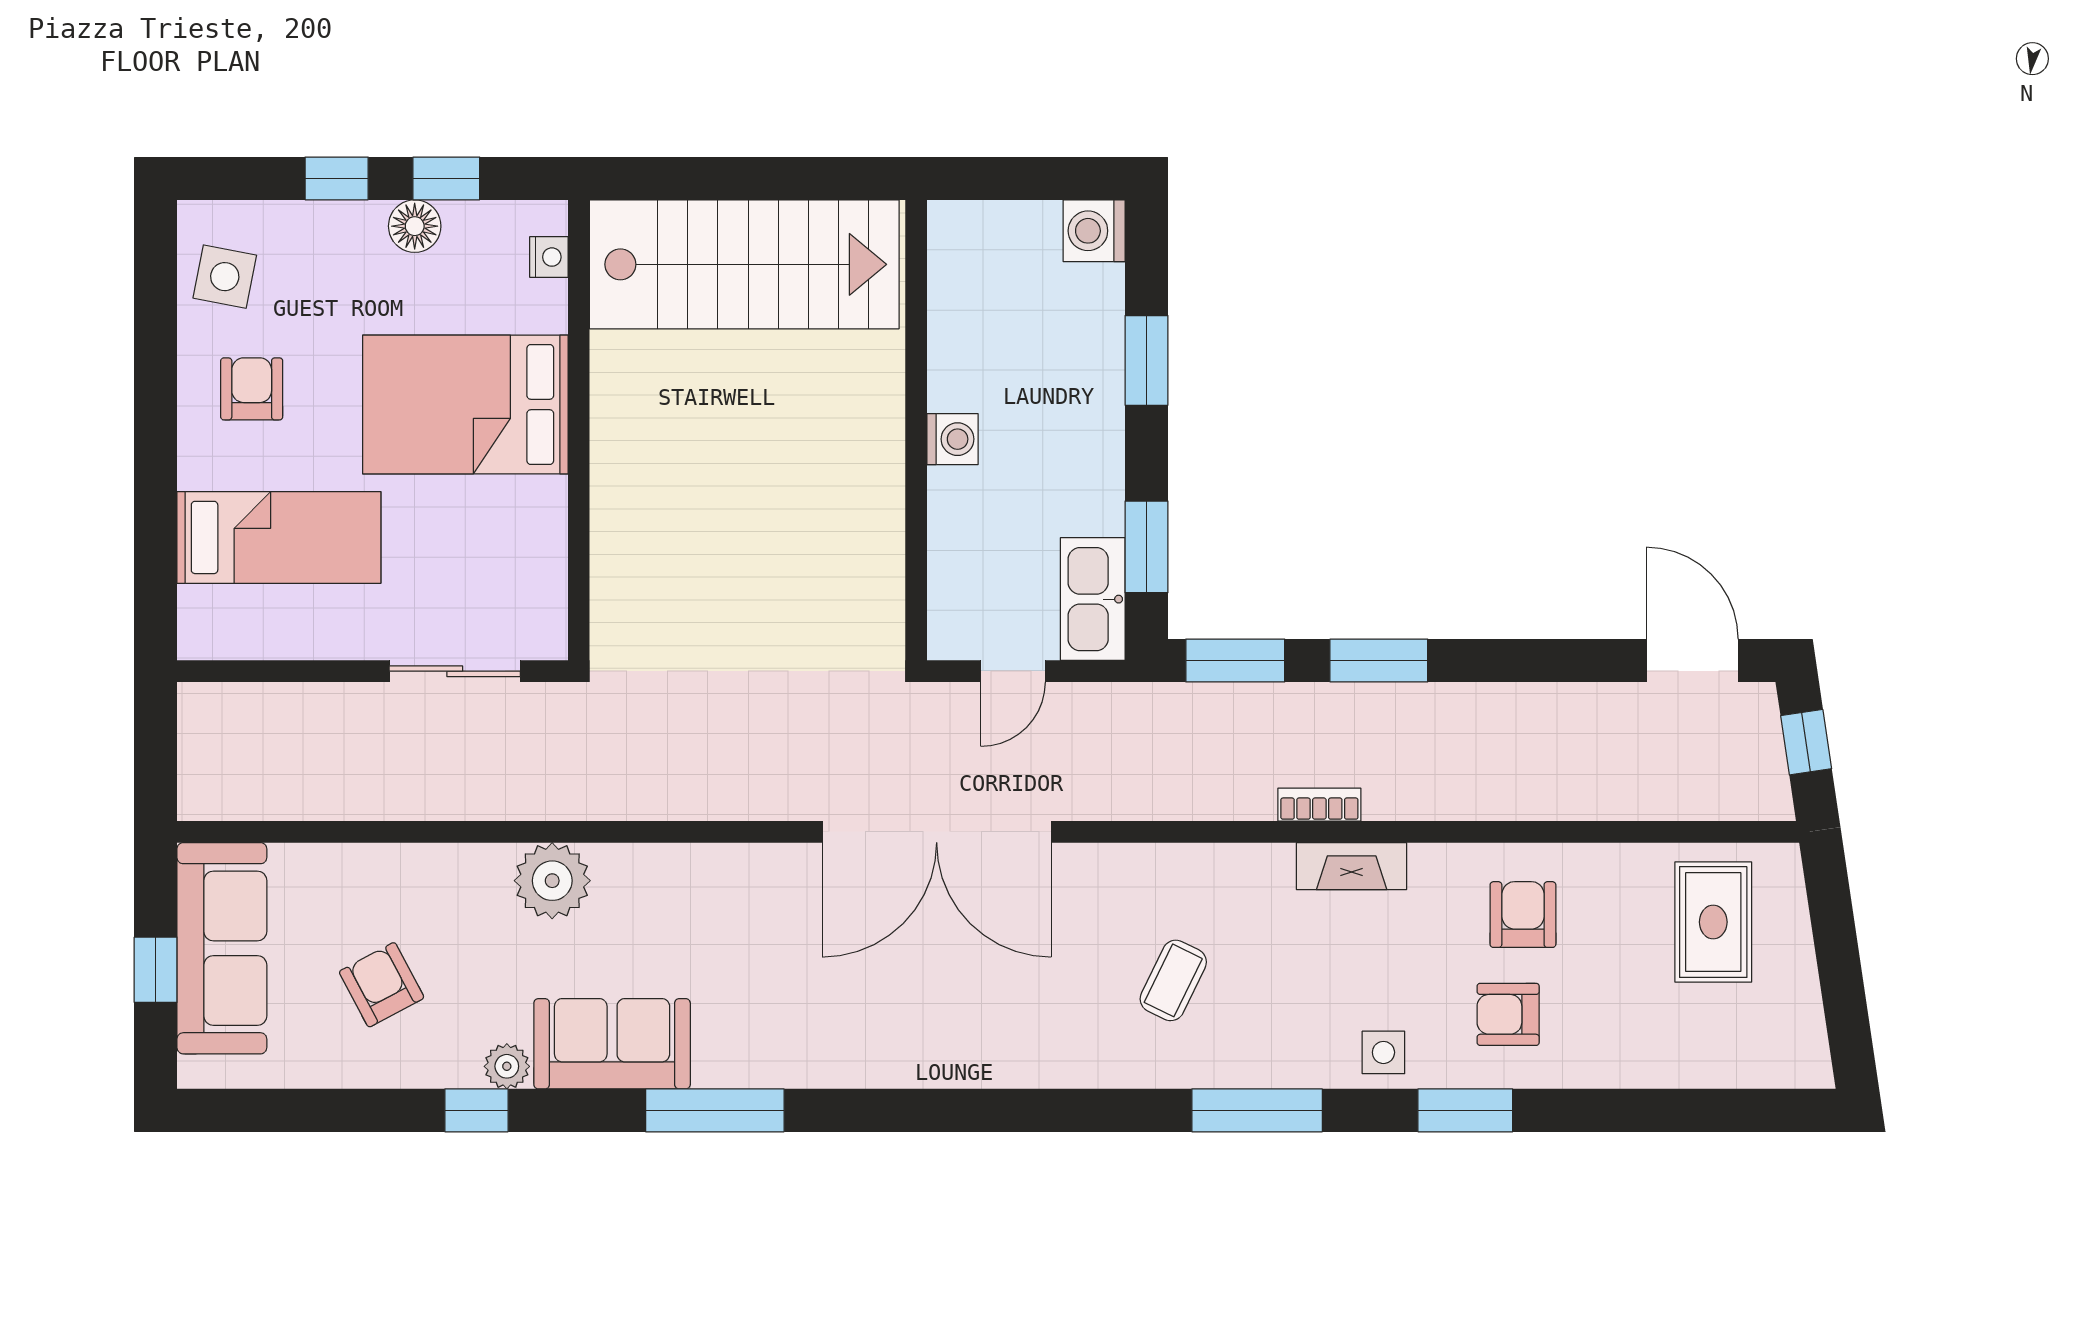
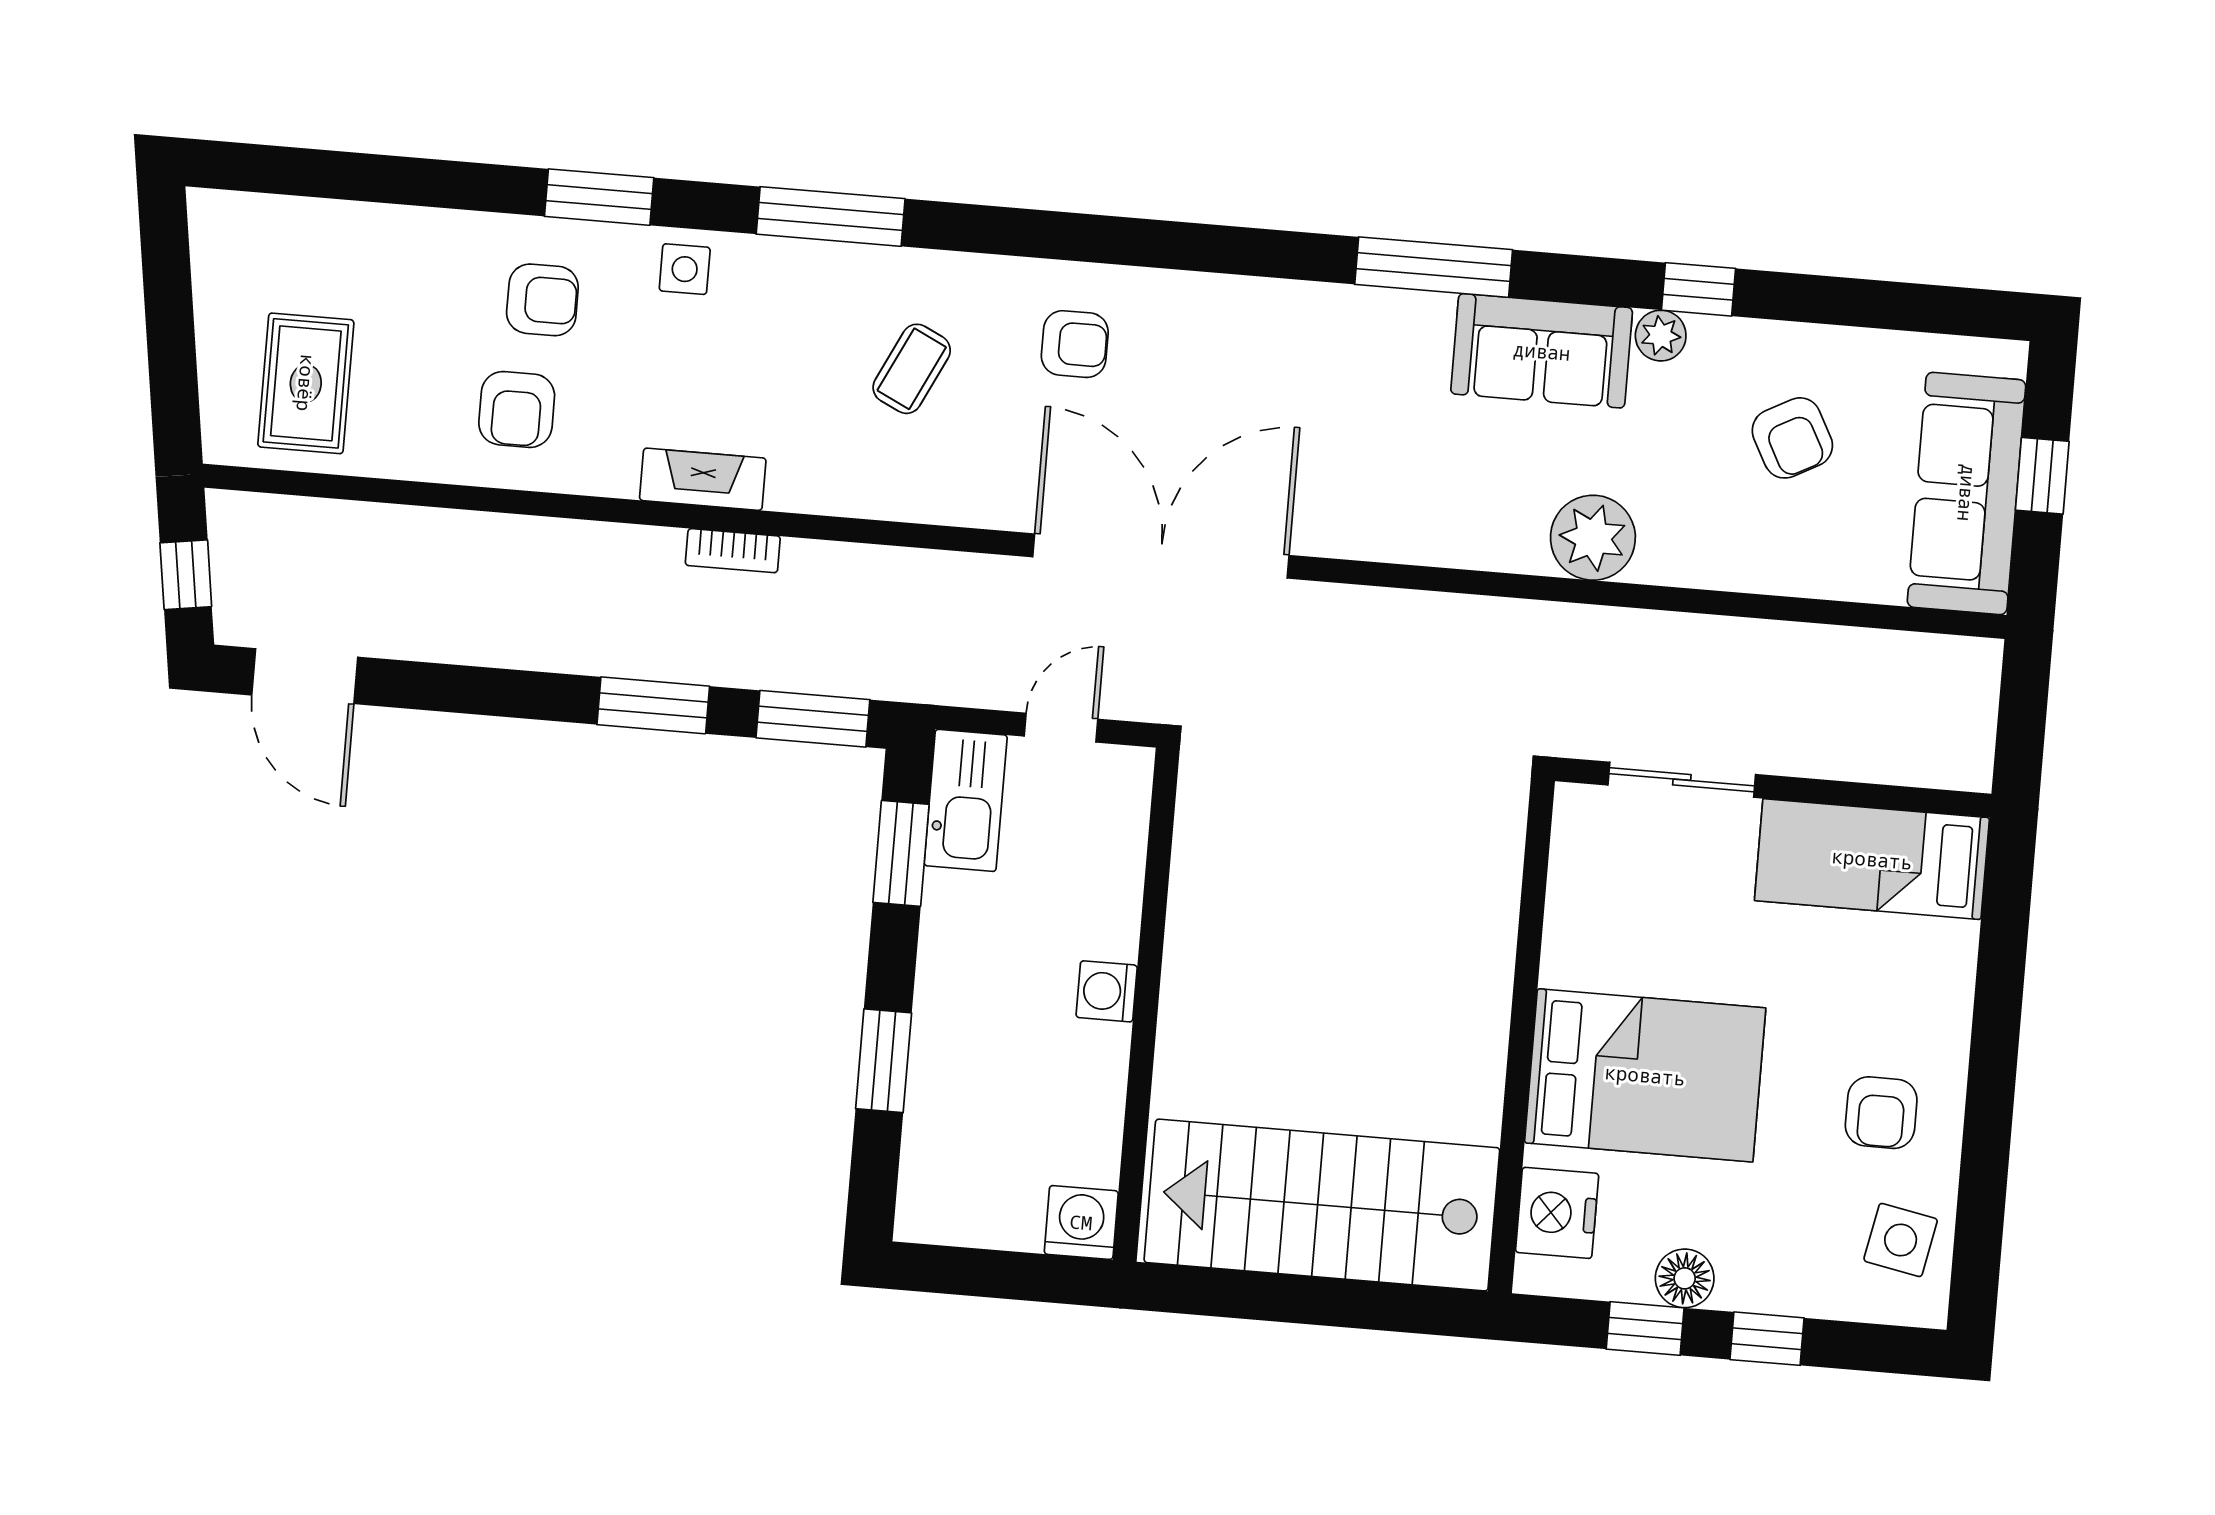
washing machine: (1094, 231) -> (1081, 1222), moved, turned -90
nightstand: (549, 257) -> (1557, 1213), width x1.89, depth x1.79
bed: (279, 537) -> (1872, 859), moved
armchair: (1029, 1015) -> (1075, 344), added

